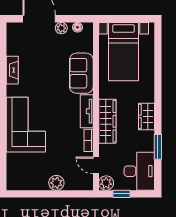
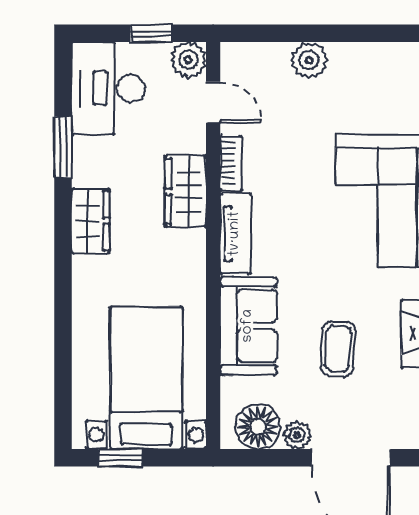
window: (134, 19) -> (120, 458), added
floor lamp: (77, 27) -> (258, 427), width x1.89, depth x1.89
coffee table: (44, 64) -> (338, 349), added
wardrobe: (107, 121) -> (186, 191), width x0.67

